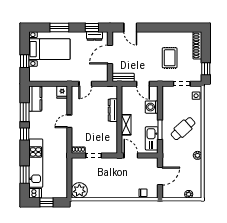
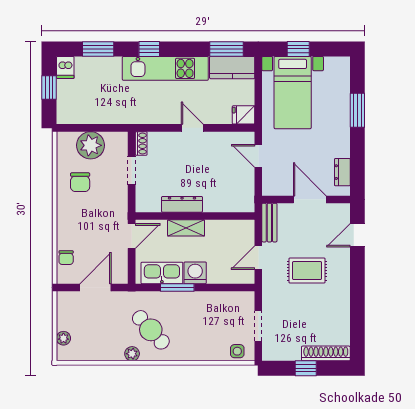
window: (92, 28) -> (357, 167), removed
bed with nightstands: (49, 49) -> (293, 93), moved
rug: (170, 58) -> (307, 271), moved
window: (206, 69) -> (306, 368), moved
washing machine: (152, 107) -> (195, 273), moved
dresser: (113, 110) -> (182, 204), moved
window: (25, 112) -> (226, 49), moved
cafe table: (183, 129) -> (151, 330), moved
window: (25, 134) -> (149, 49), moved
kitchen unit: (36, 163) -> (165, 68), moved
door: (160, 176) -> (96, 288), swing flipped
chair: (100, 185) -> (80, 182), added
plant: (79, 190) -> (91, 145), moved

